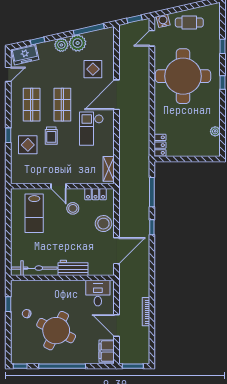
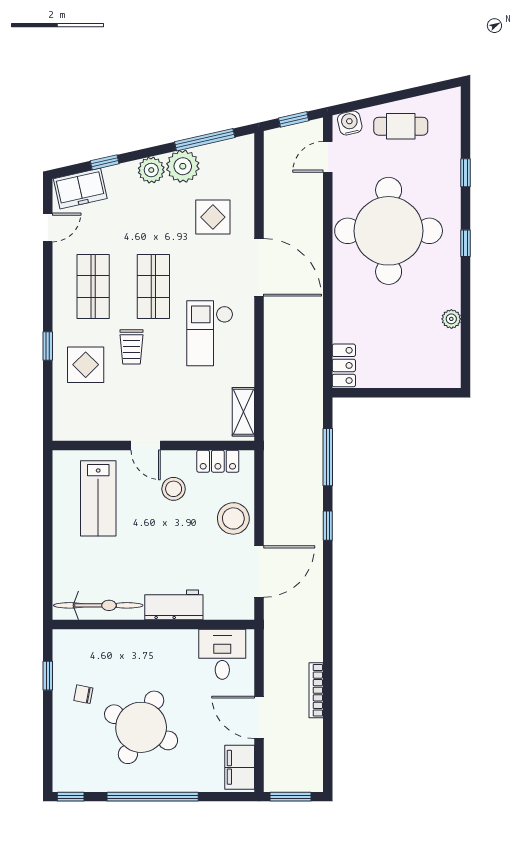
door: (117, 95) -> (259, 267), swing flipped
plant: (215, 131) -> (451, 319), moved

